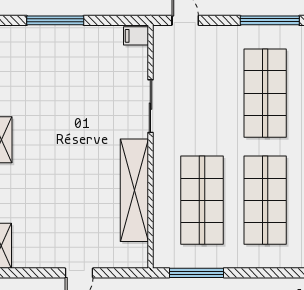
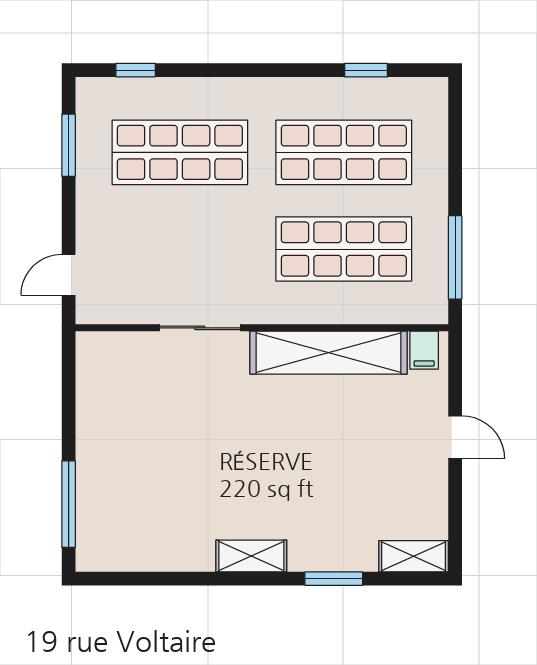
window: (55, 20) -> (69, 504), moved
window: (270, 20) -> (69, 145), width x0.69
filing cabinet: (136, 36) -> (424, 350), moved

